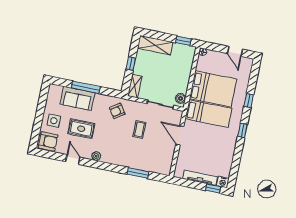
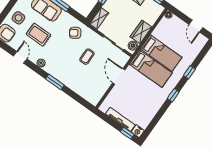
wardrobe: (183, 81) -> (141, 32), added
bed: (213, 89) -> (161, 53), width x0.67
window: (138, 173) -> (55, 82), moved

